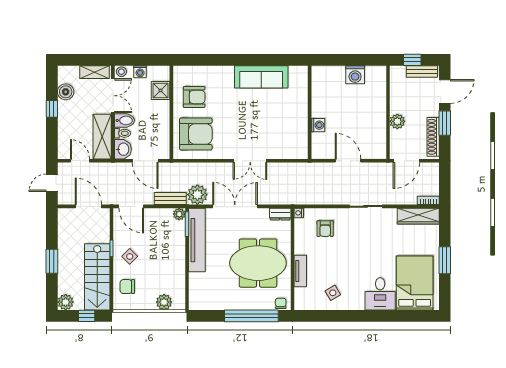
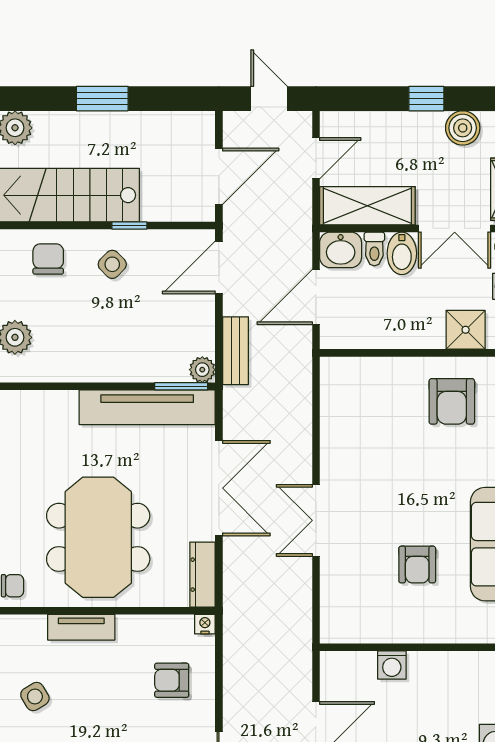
armchair: (196, 134) -> (417, 565), moved, width x0.53, depth x0.53
plant: (197, 195) -> (244, 408), removed
dresser: (280, 214) -> (203, 575), width x1.44

